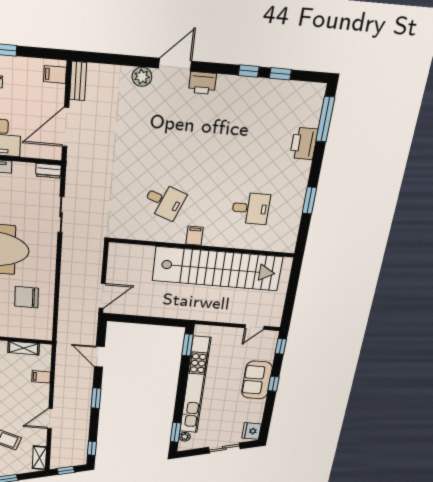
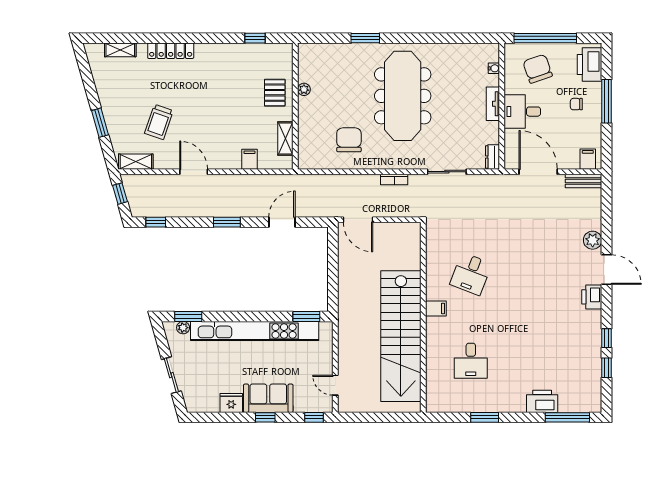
bookcase: (66, 262) -> (394, 179), added
fridge: (252, 431) -> (231, 403), moved

